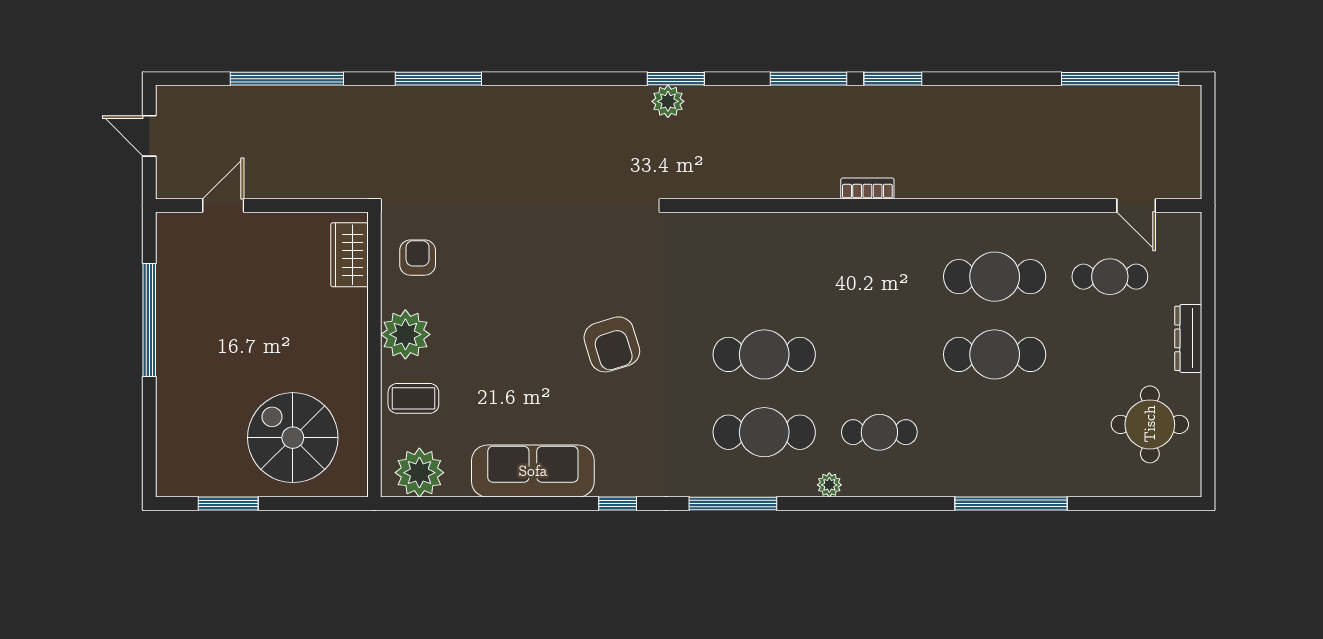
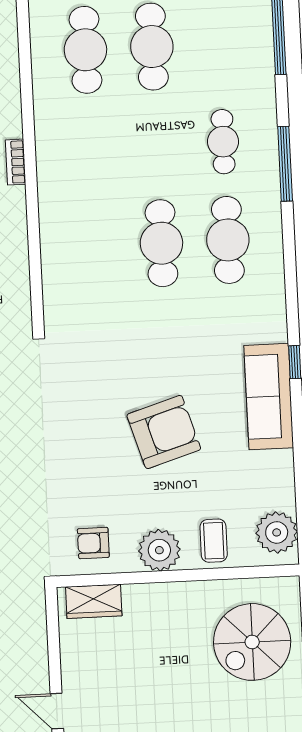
armchair: (612, 344) -> (164, 432), moved, width x1.36, depth x1.36
sofa: (533, 471) -> (269, 397), moved
plant: (829, 485) -> (270, 182), removed
window: (733, 503) -> (285, 164), moved

